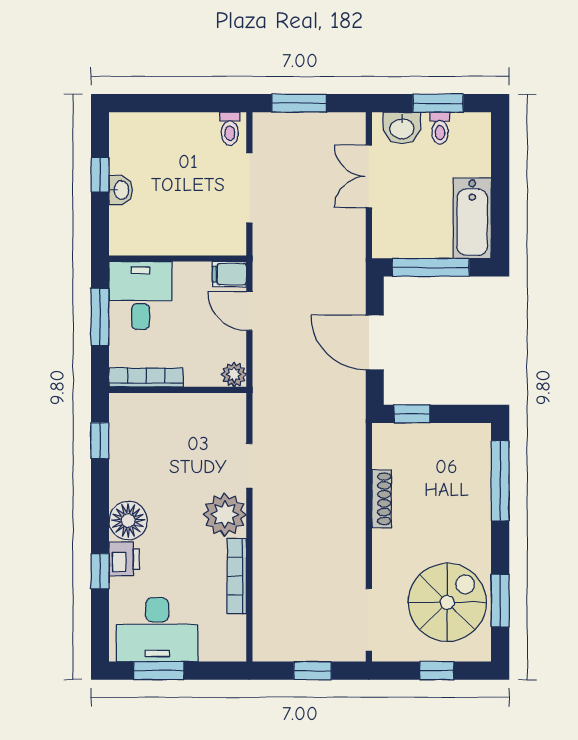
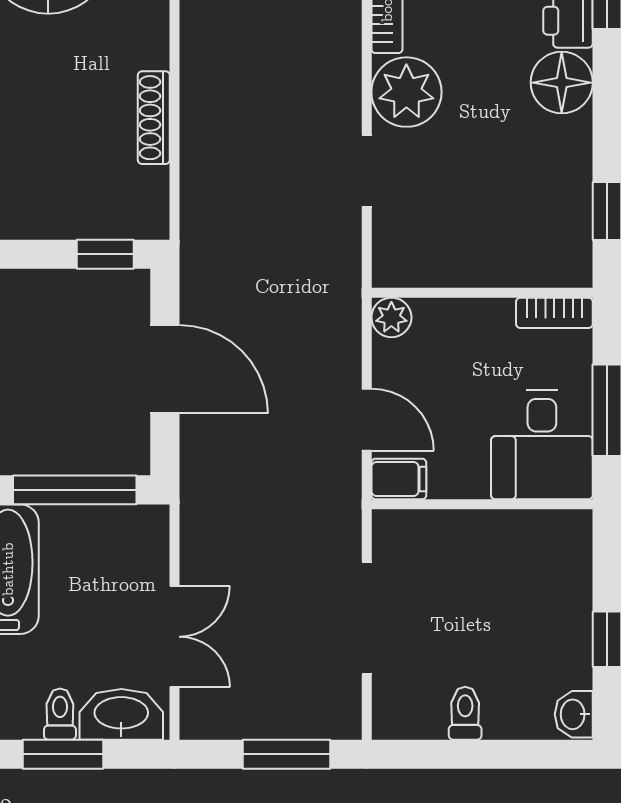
washbasin: (402, 128) -> (121, 714), width x1.38
toilet: (230, 129) -> (465, 713), moved
washbasin: (121, 190) -> (574, 714), moved
bookcase: (146, 377) -> (554, 313), width x0.64

